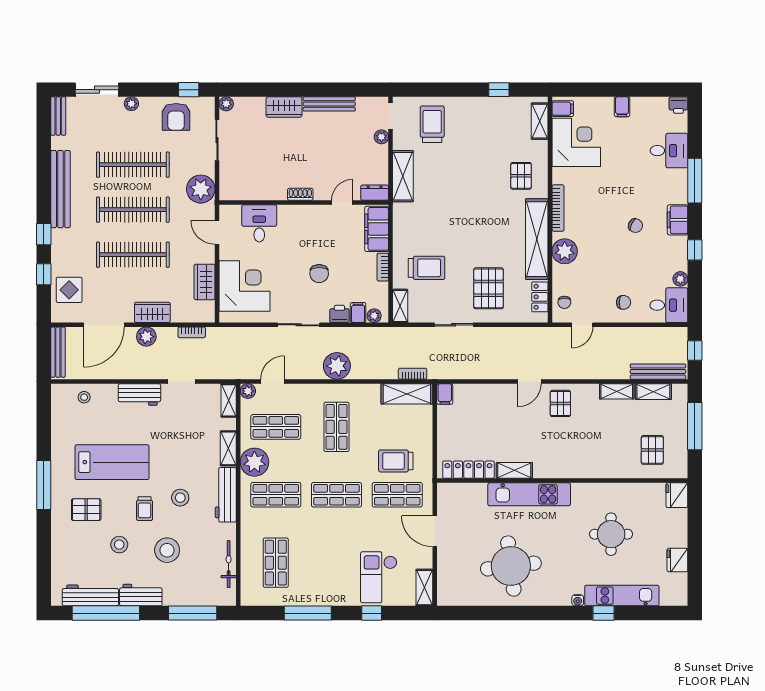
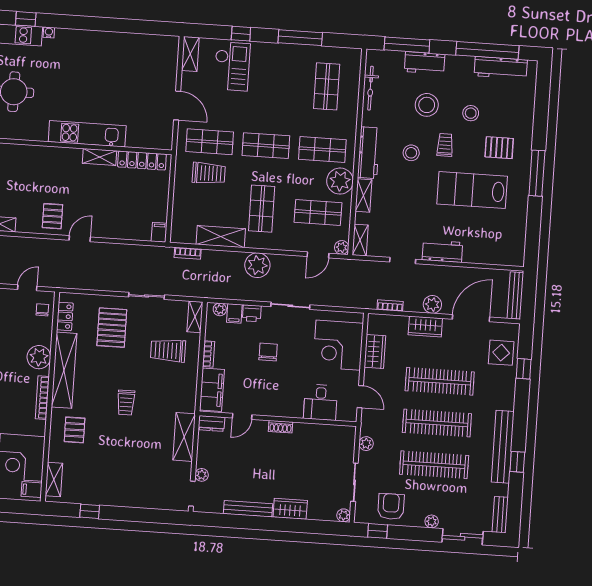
trolley: (432, 124) -> (126, 403), moved, width x0.73, depth x0.72
plant: (201, 189) -> (366, 444), width x0.53, depth x0.53
window: (44, 234) -> (517, 462), moved
shelving: (407, 394) -> (221, 237), moved
stool: (84, 397) -> (494, 252), removed
round table: (511, 566) -> (109, 68), removed
workbench: (141, 595) -> (425, 63), moved

